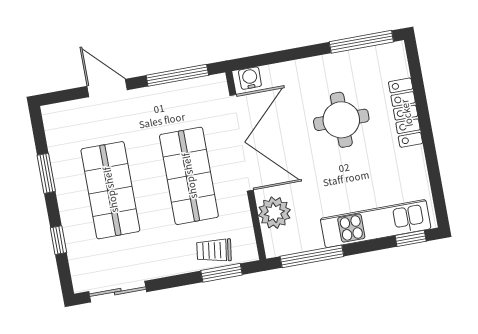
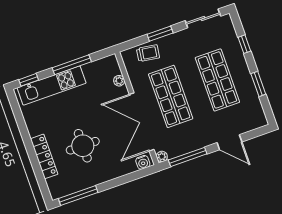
plant: (218, 83) -> (162, 157), added
plant: (274, 213) -> (119, 81), width x0.53, depth x0.53
window: (312, 256) -> (72, 65), moved
window: (222, 273) -> (160, 34), moved

